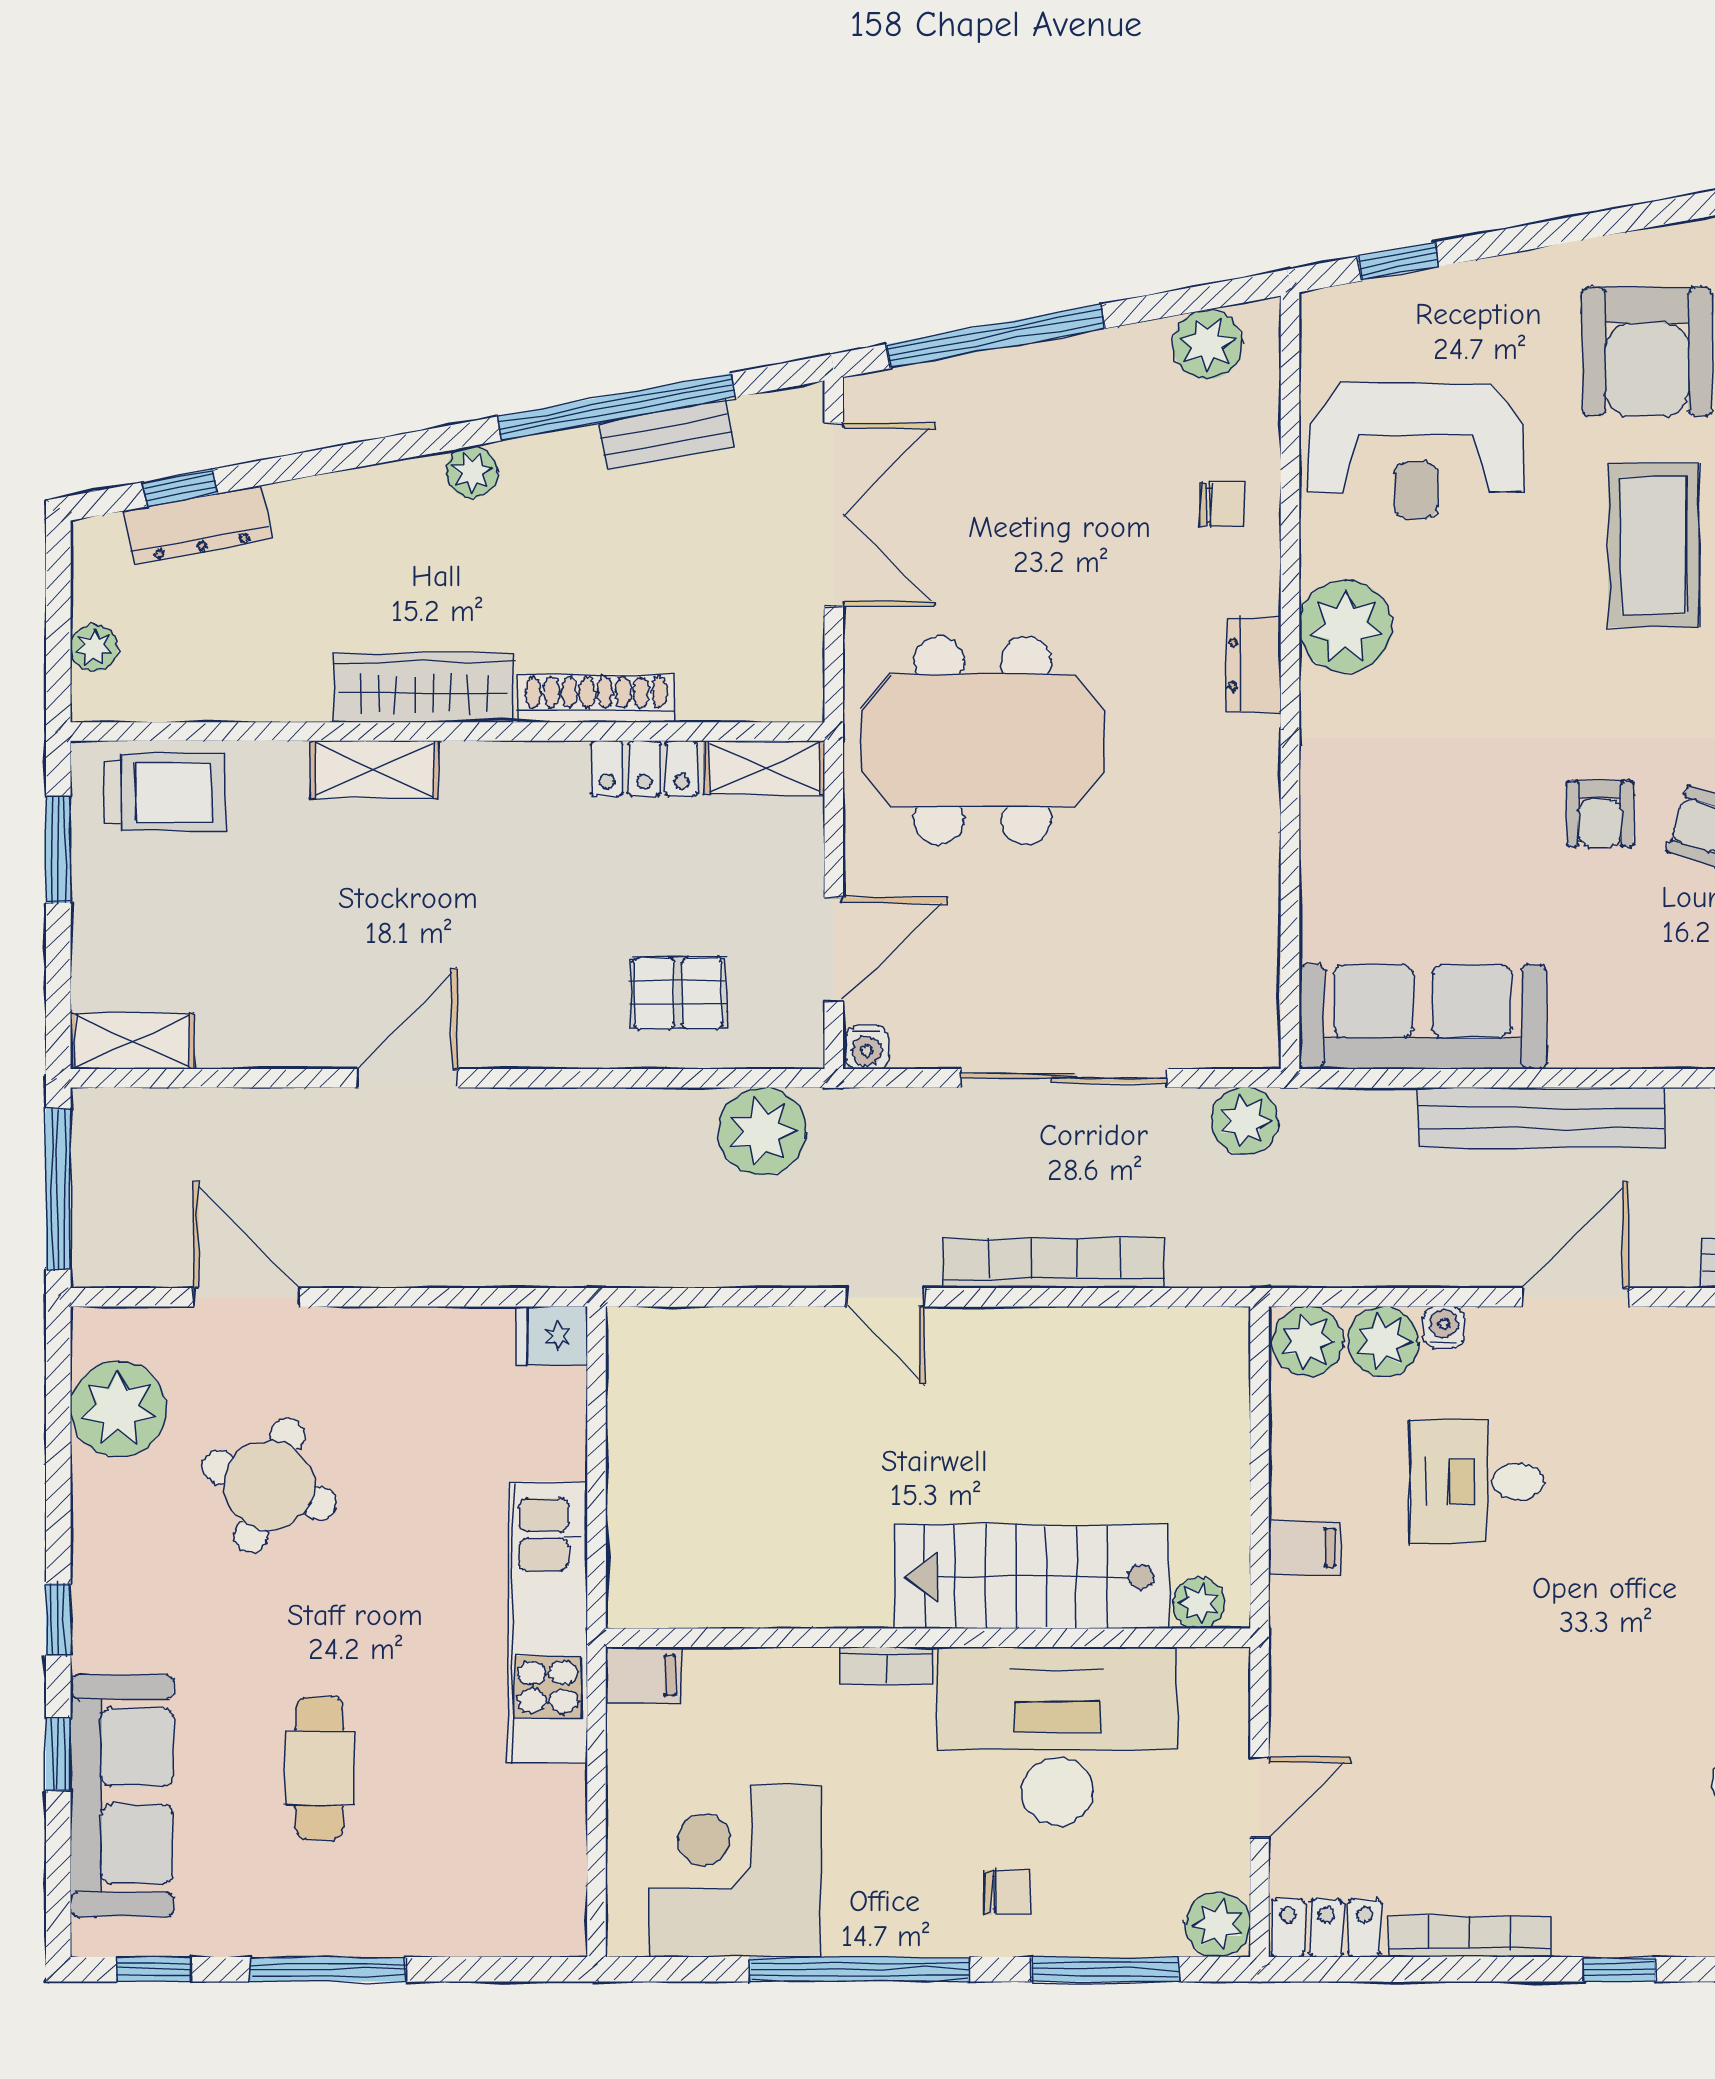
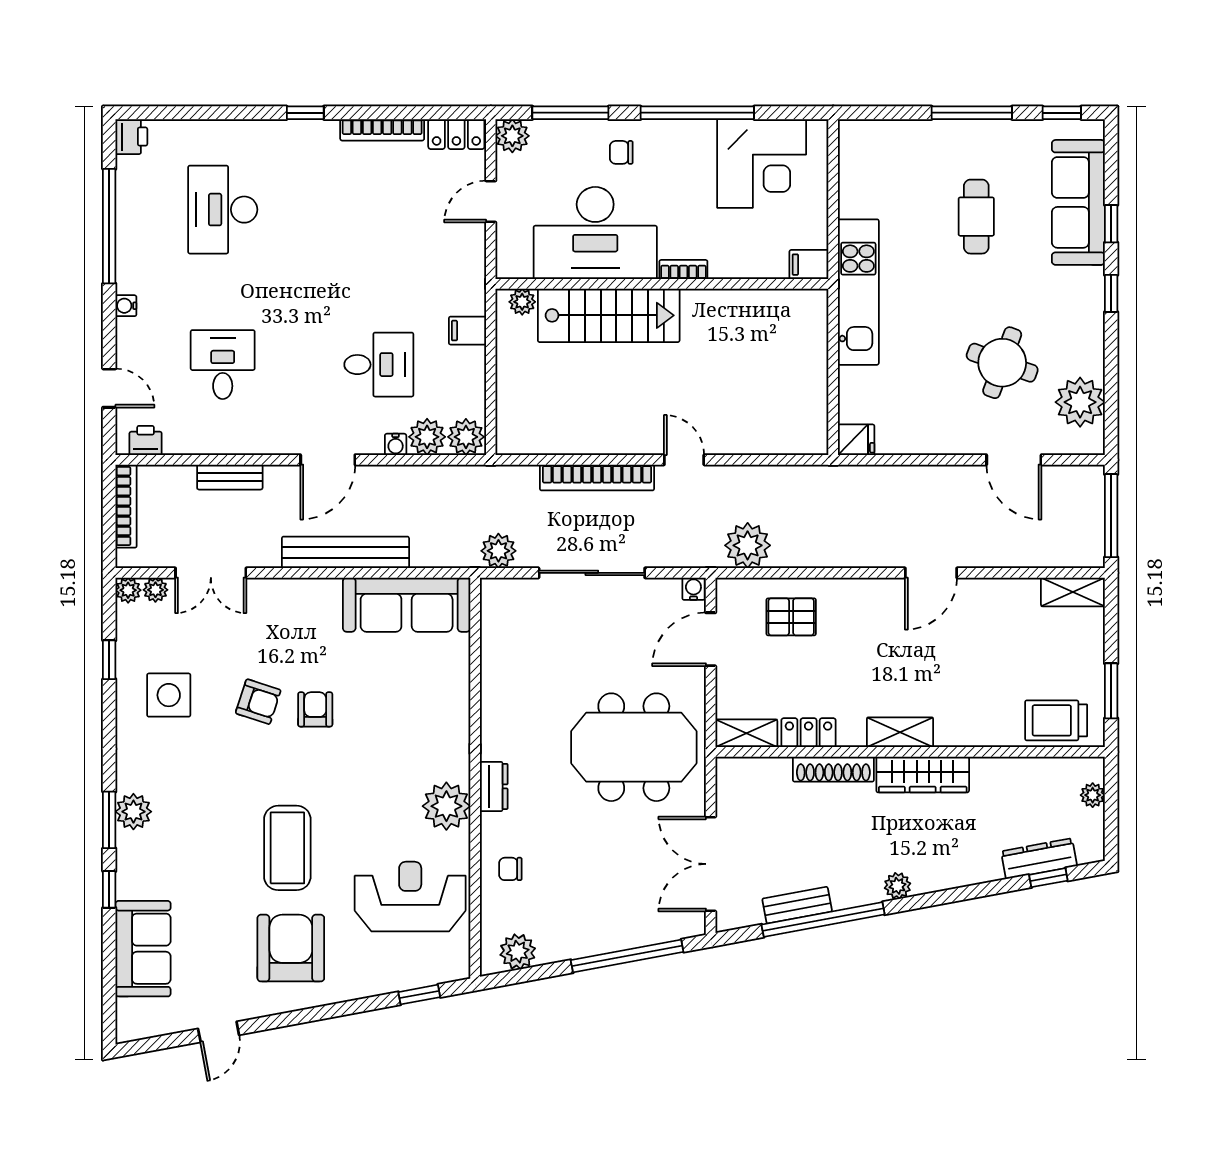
shelving: (375, 770) -> (900, 732), moved

